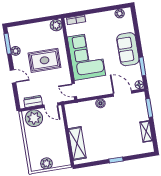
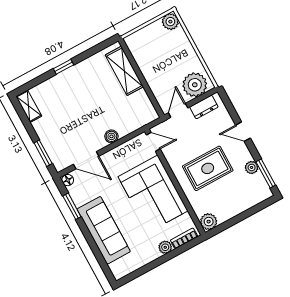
plant: (120, 13) -> (165, 247), moved
sofa: (128, 49) -> (104, 230), width x1.36
door: (51, 105) -> (178, 110), hinge flipped
shelving: (146, 131) -> (29, 106), moved
plant: (46, 163) -> (170, 22), moved

